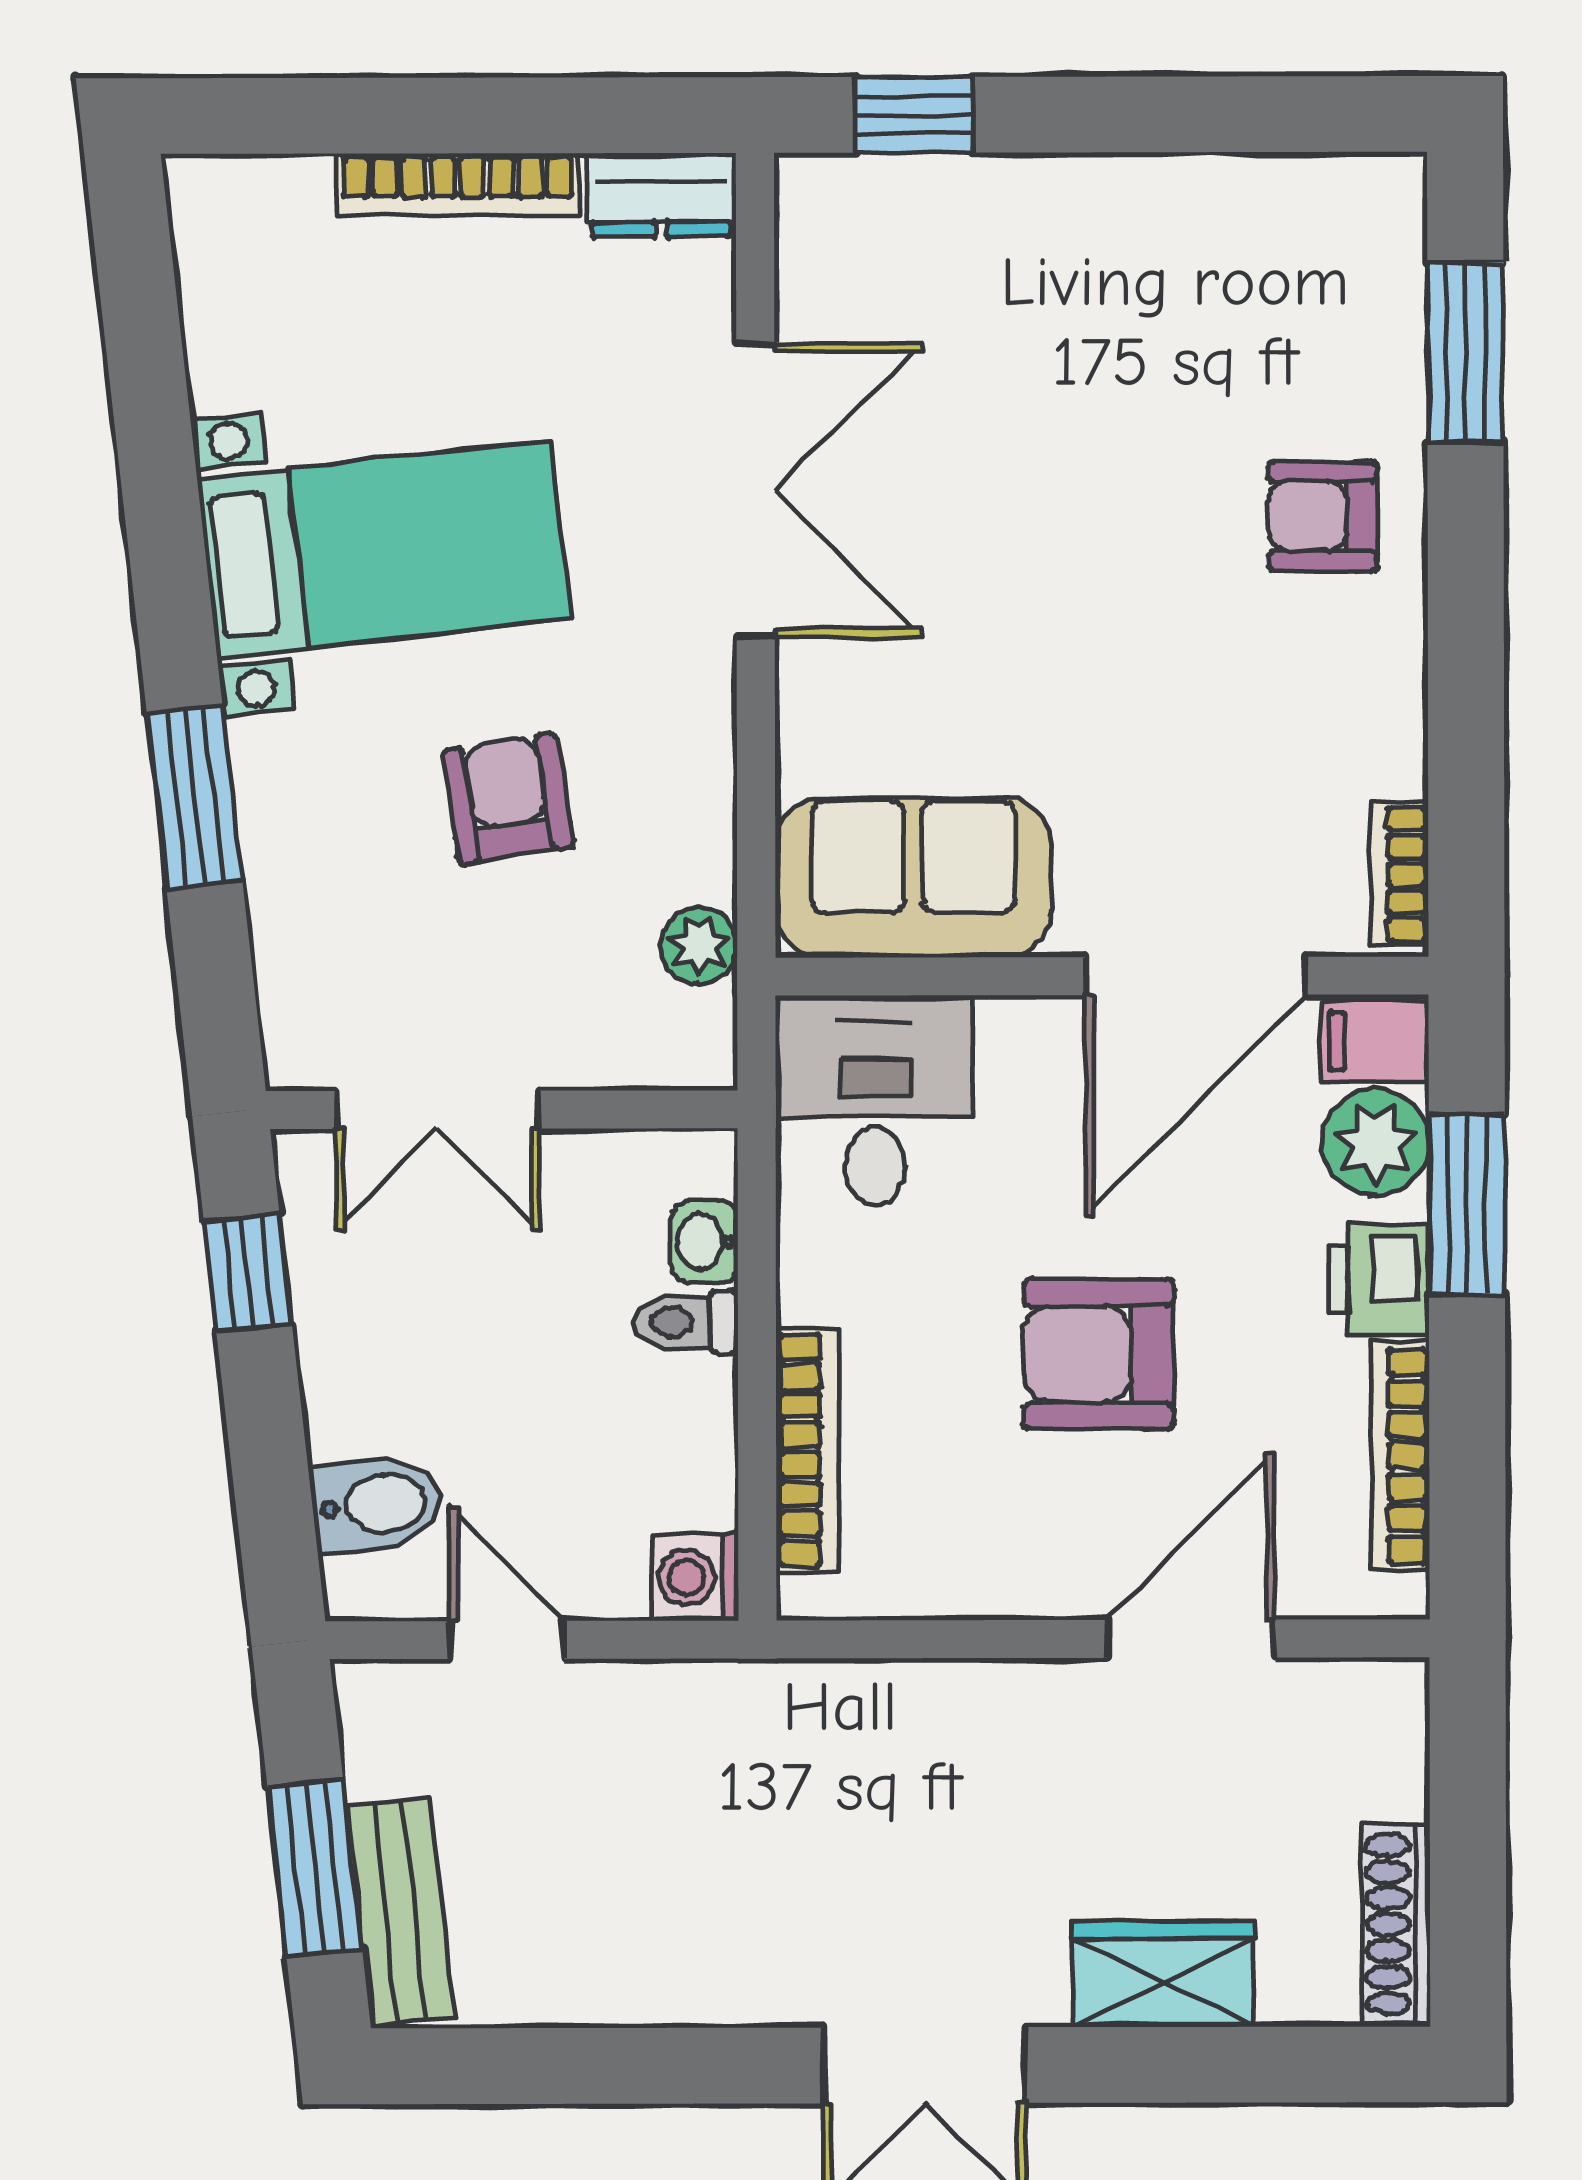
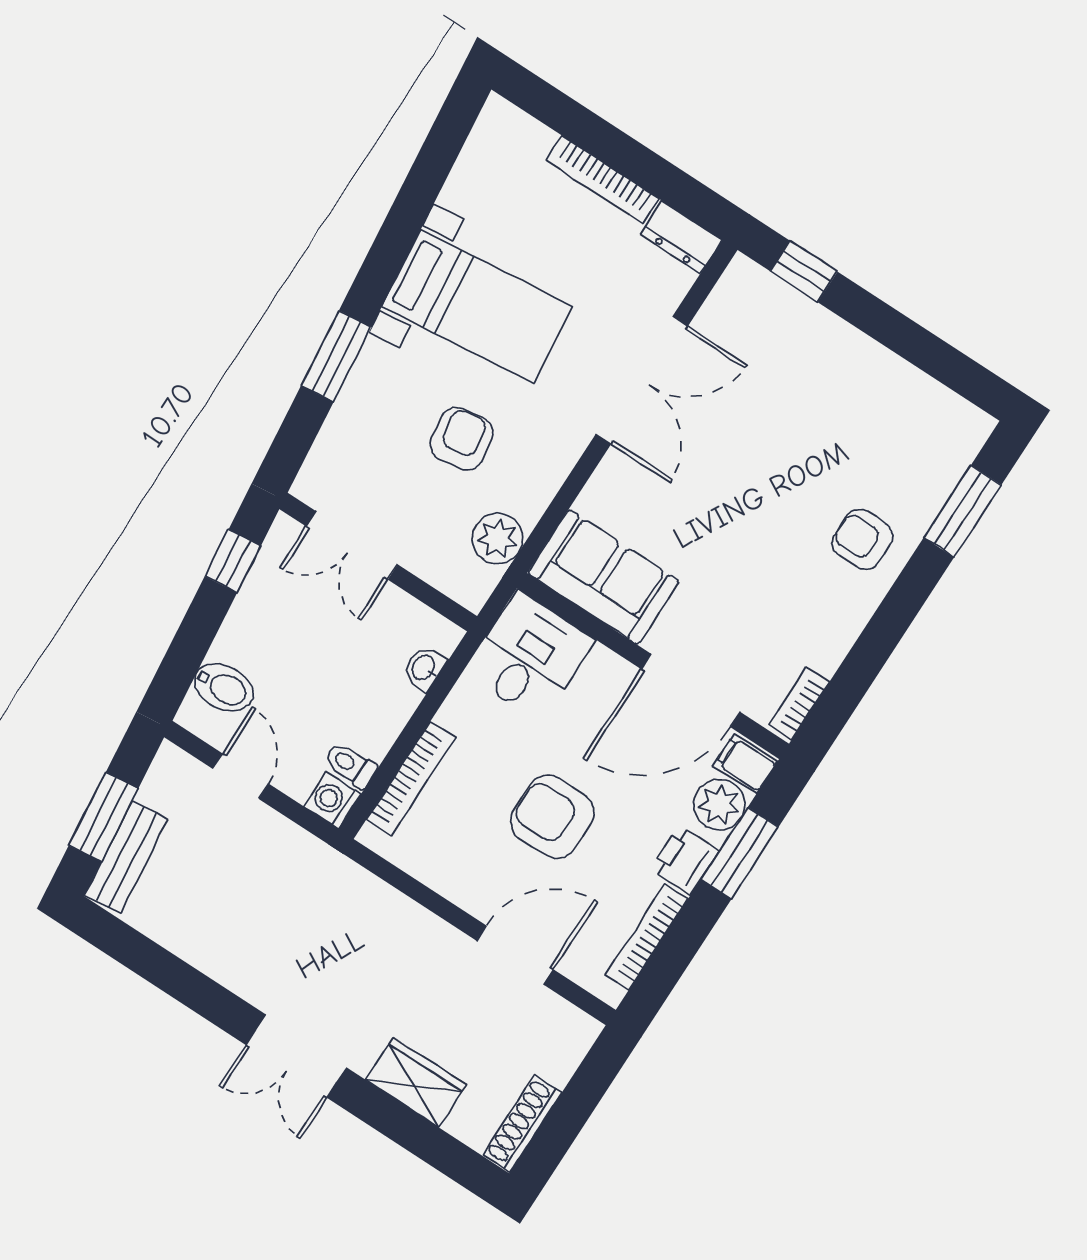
plant: (699, 945) -> (498, 538), width x1.38, depth x1.38
toilet: (686, 1322) -> (351, 765), moved

